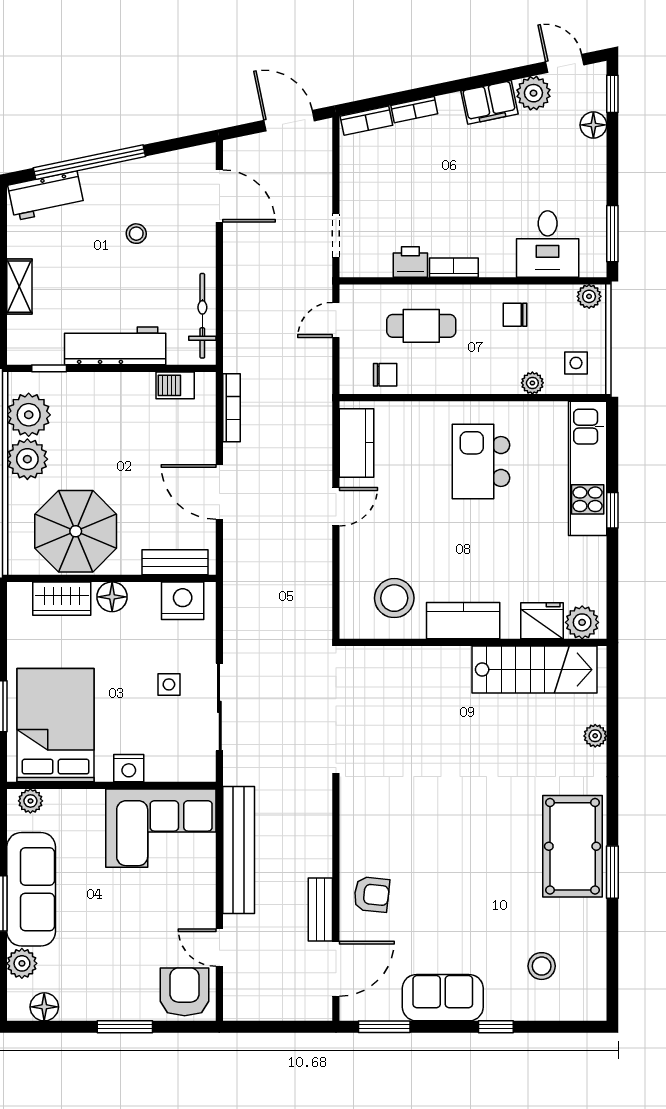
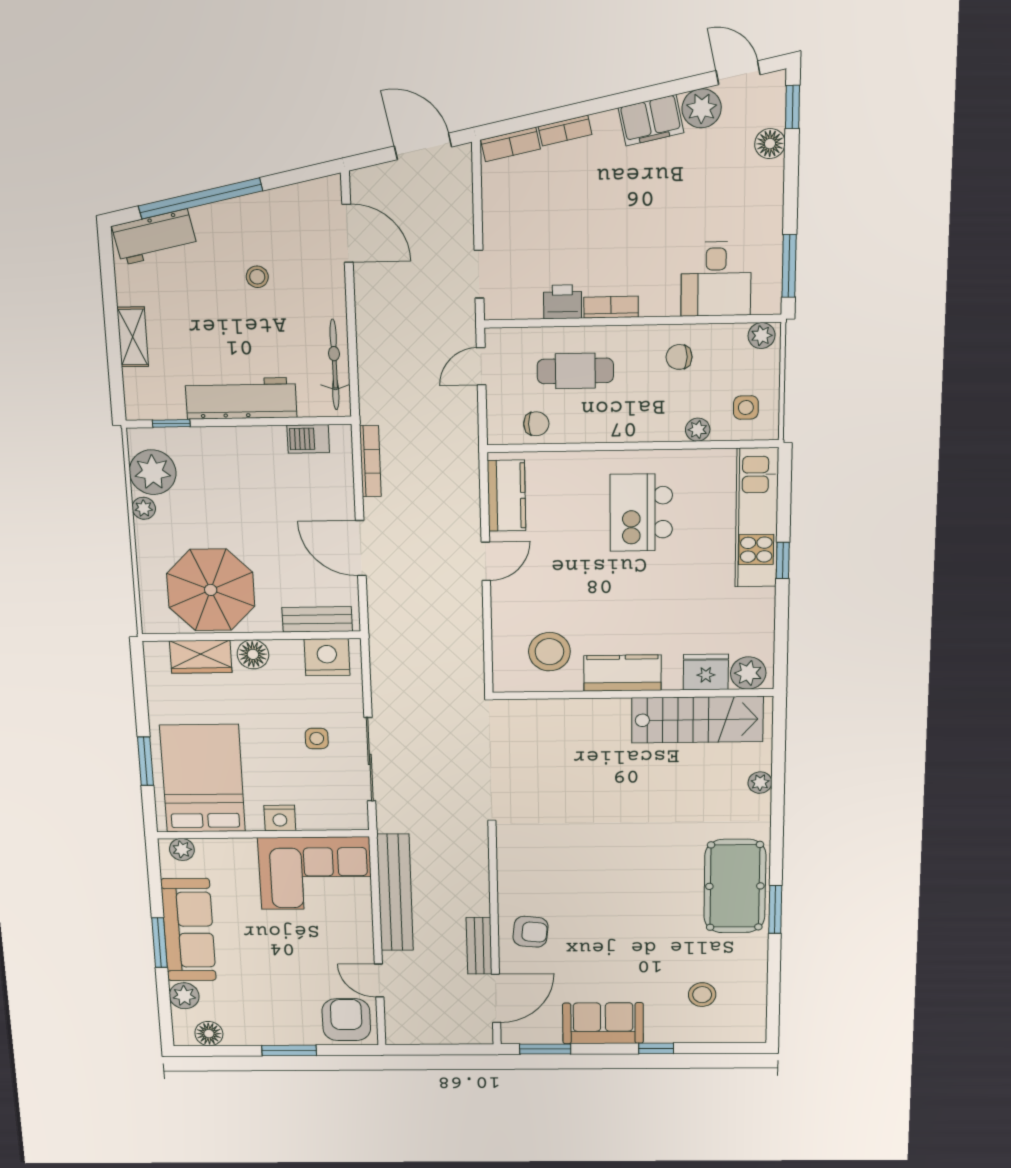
plant: (27, 459) -> (144, 508), width x0.53, depth x0.53

